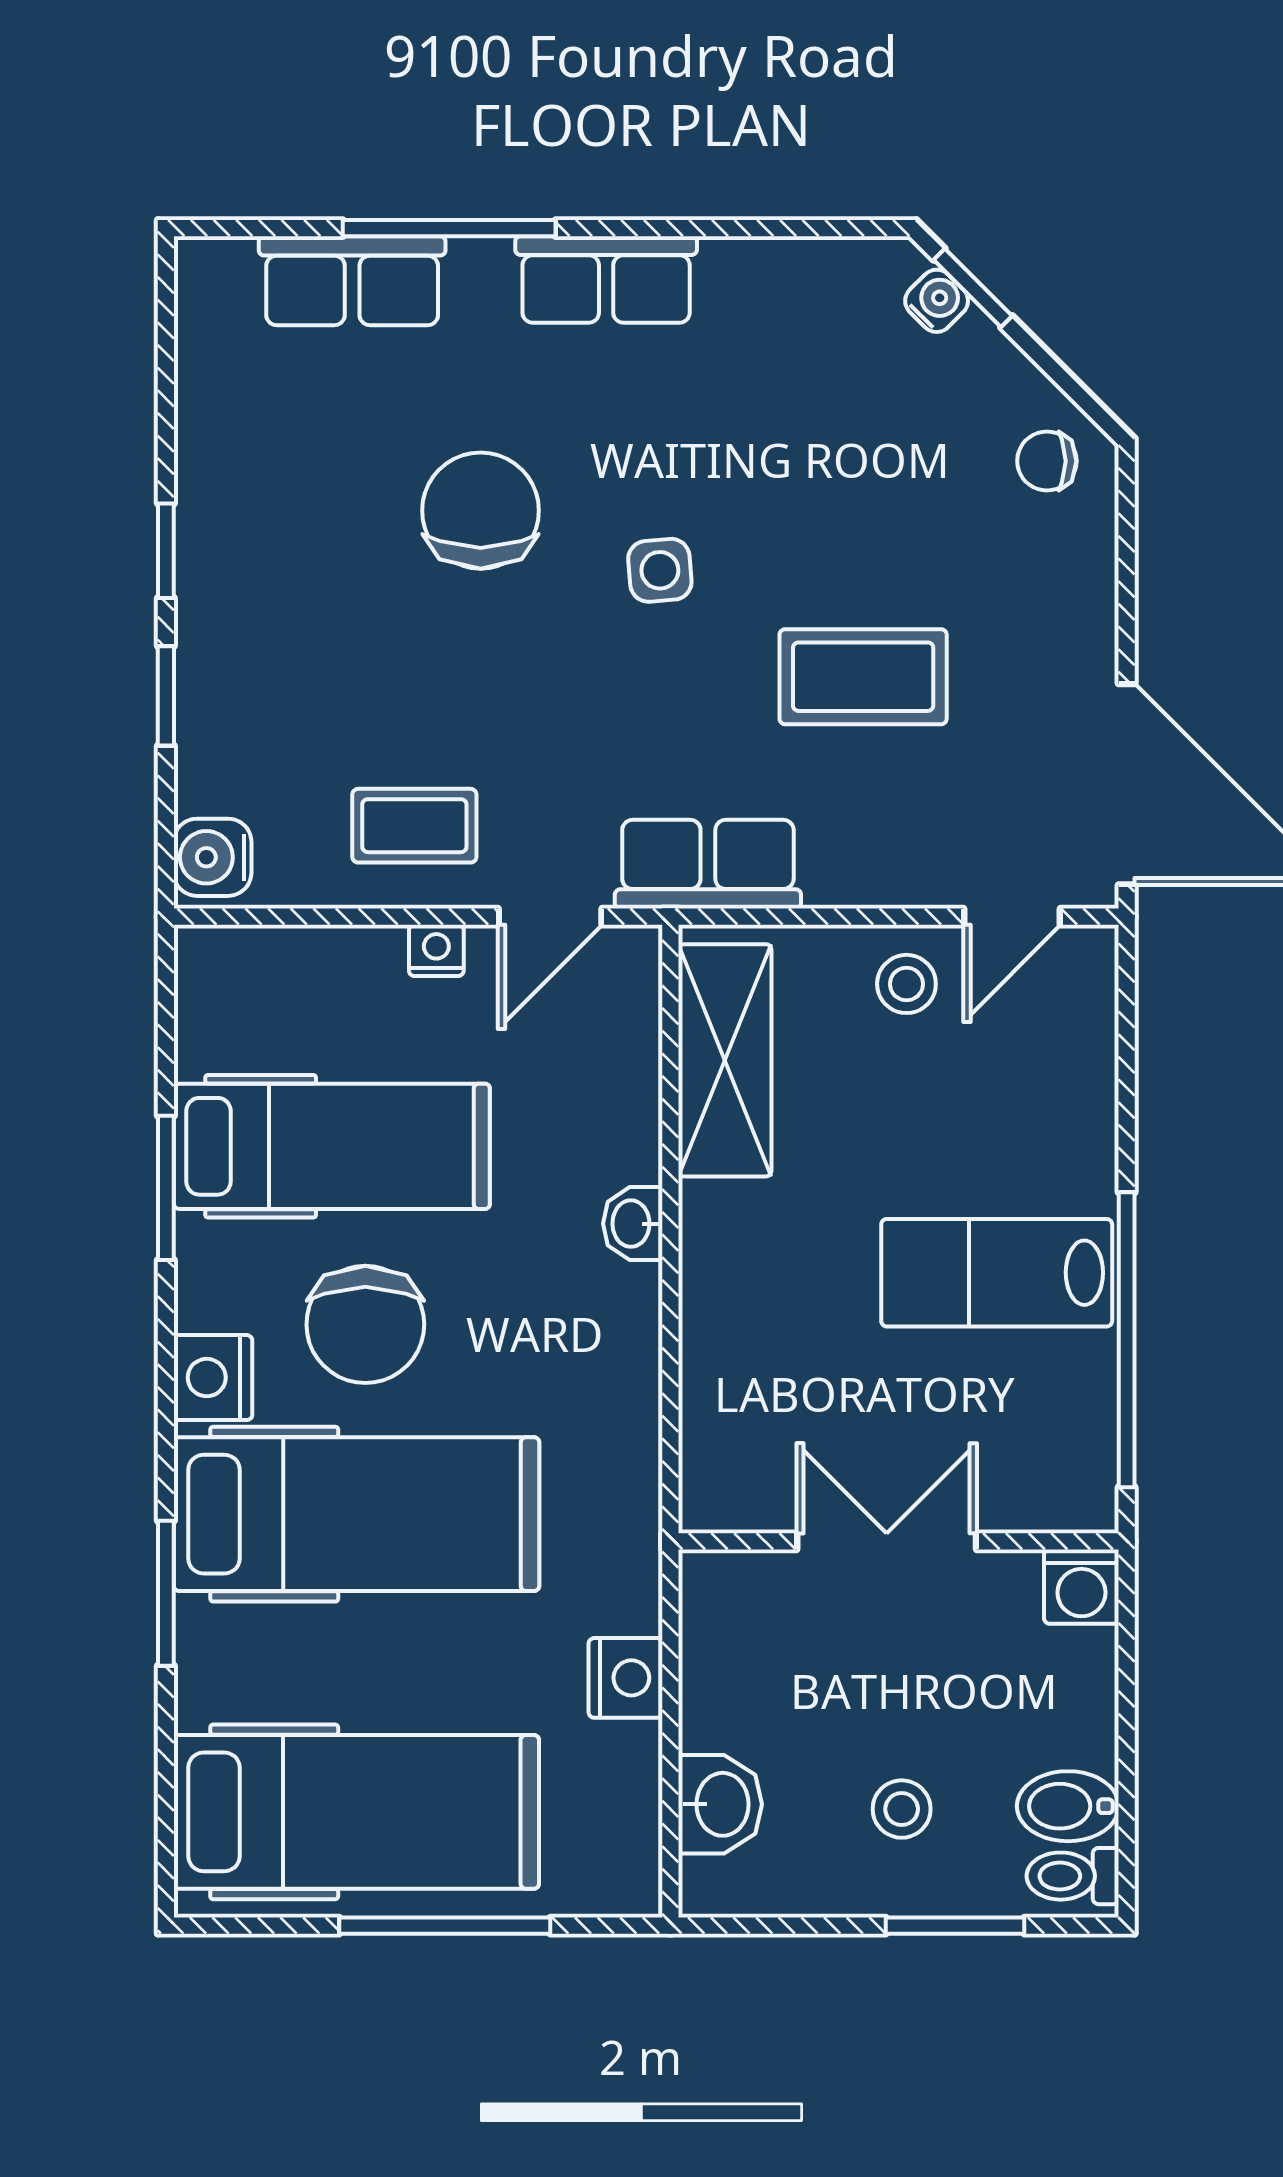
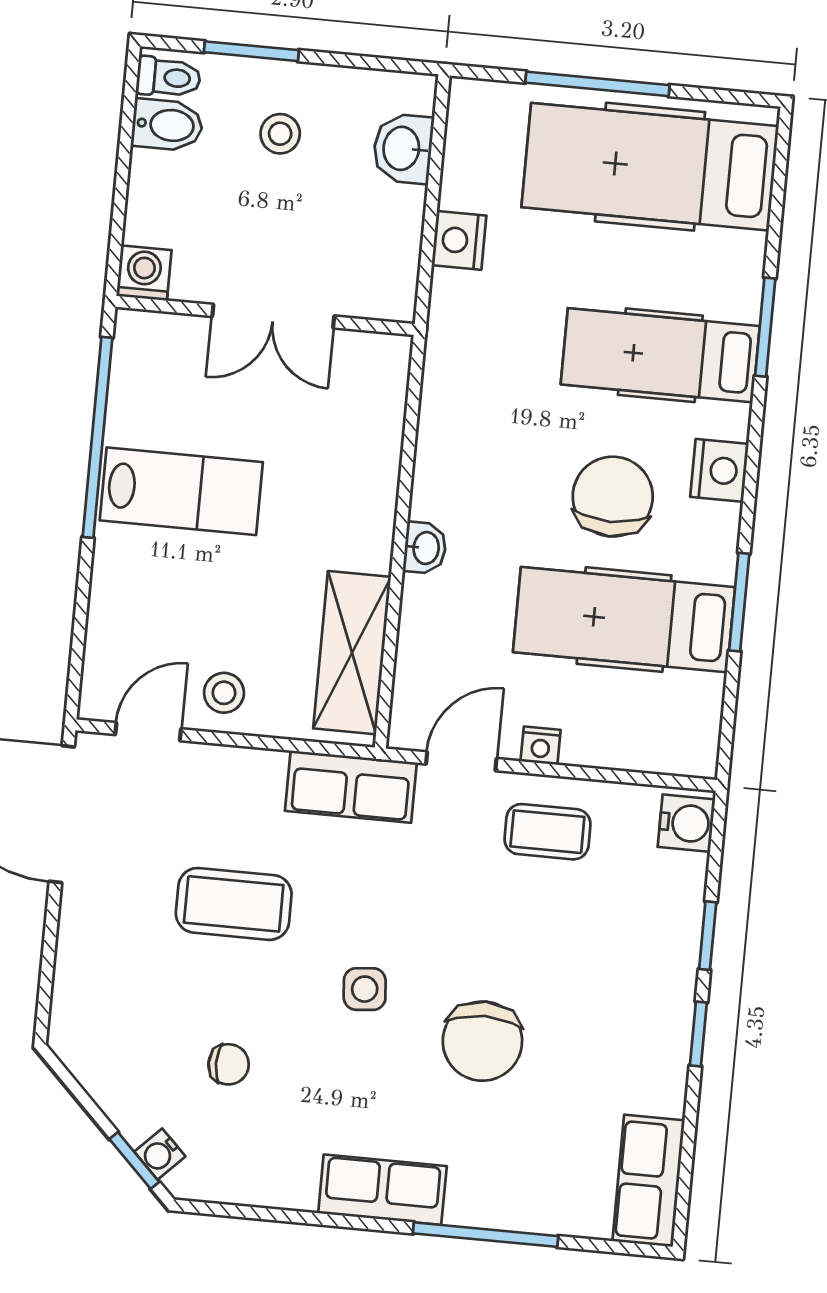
row of seats: (352, 281) -> (649, 1181), moved, turned -90
chair: (1047, 461) -> (229, 1064), moved
hospital bed: (356, 1514) -> (660, 355), width x0.73, depth x0.78

